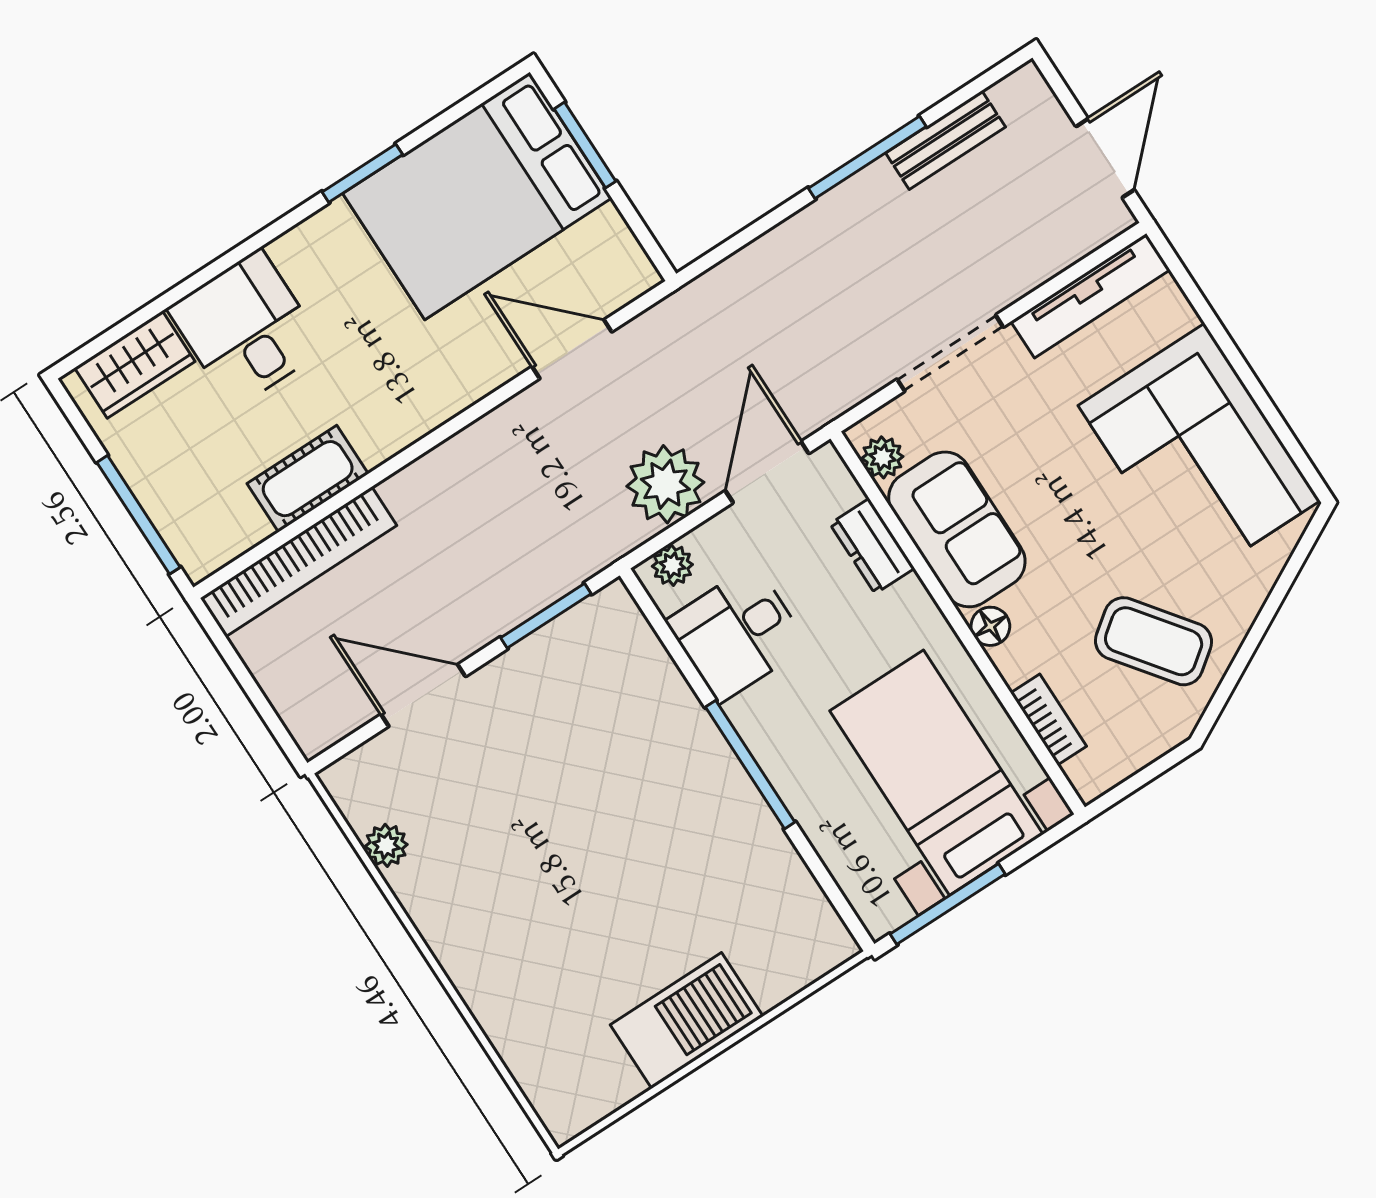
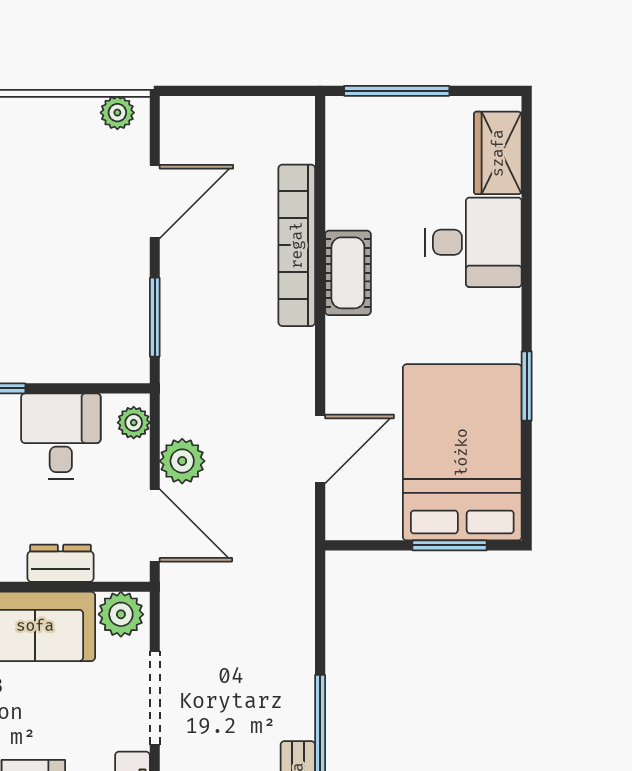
plant: (882, 457) -> (121, 614), width x1.38, depth x1.38
cot: (308, 479) -> (348, 273), moved
plant: (665, 484) -> (182, 461), width x0.73, depth x0.73
bookcase: (298, 562) -> (297, 245), moved
plant: (386, 845) -> (117, 113), moved

